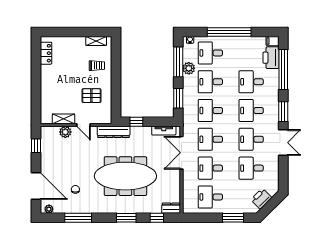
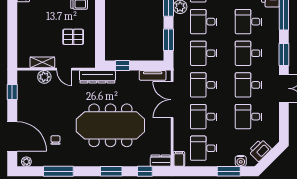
filing cabinet: (188, 207) -> (179, 159), added
water cooler: (244, 208) -> (241, 161), added

